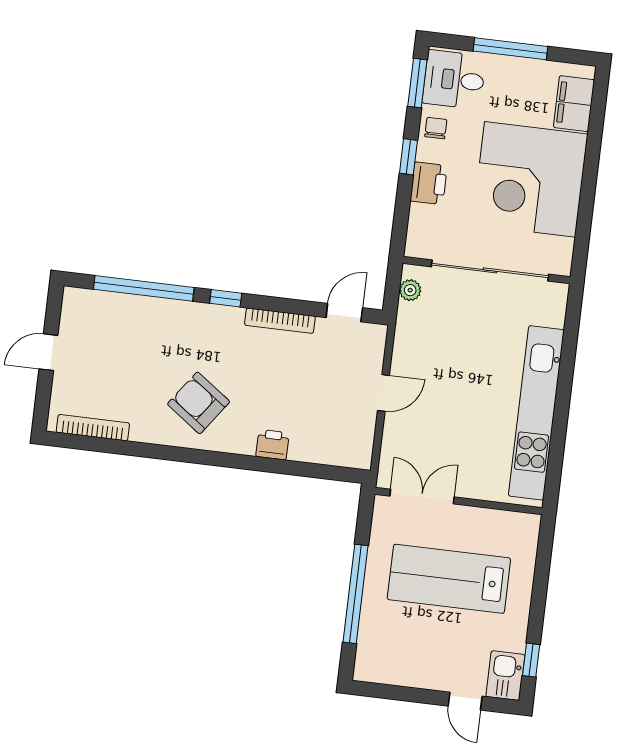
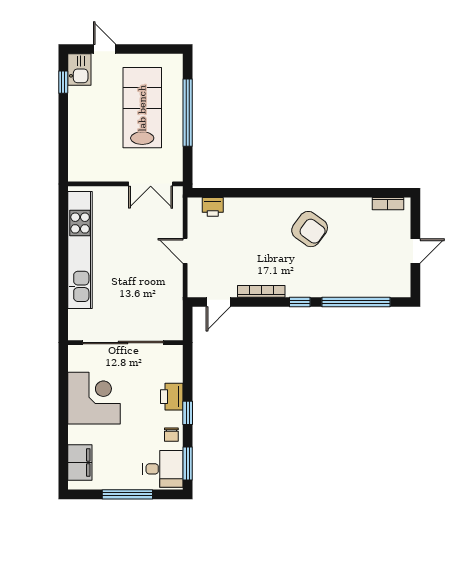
corner desk: (530, 179) -> (94, 398), width x0.74, depth x0.74
plant: (410, 290) -> (176, 323), removed
door: (383, 393) -> (185, 251), hinge flipped
bookcase: (93, 428) -> (388, 204), width x0.64
printer: (272, 445) -> (213, 207), moved
lab bench: (449, 579) -> (142, 108), moved, turned -90

